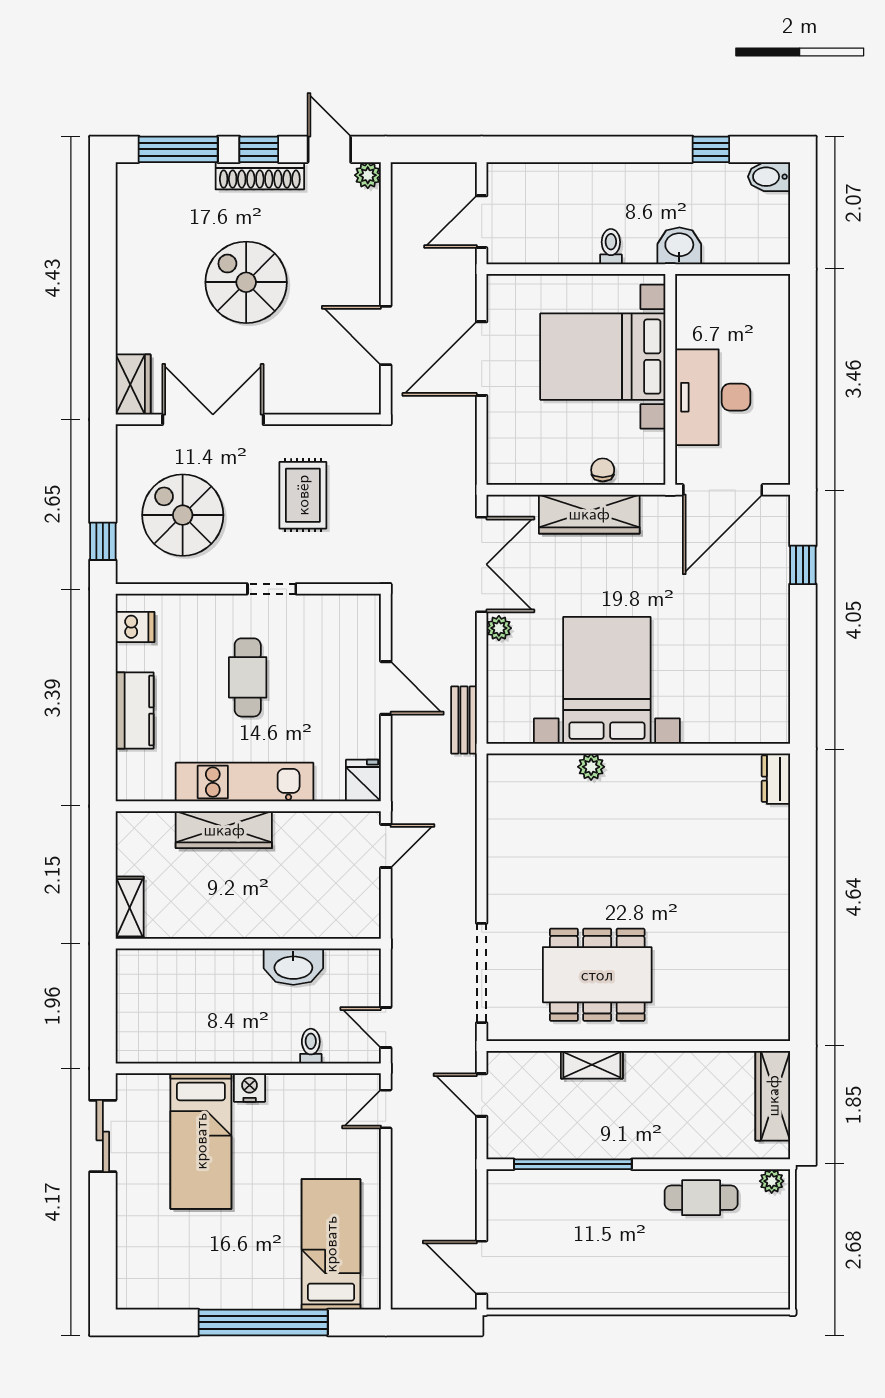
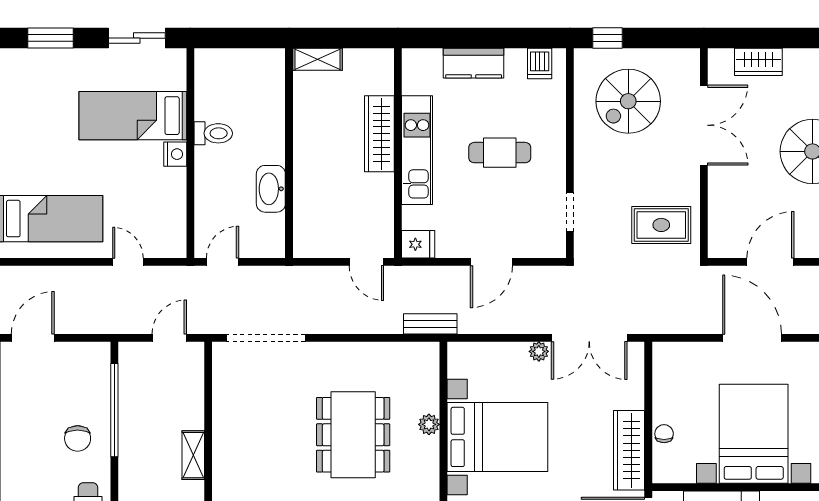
wardrobe: (133, 385) -> (758, 62), moved
chair: (603, 470) -> (664, 434), turned -90
rug: (303, 495) -> (661, 225), moved
wardrobe: (589, 514) -> (629, 450), moved
spiral stairs: (183, 515) -> (628, 101), turned 180
doorway: (272, 589) -> (570, 212), moved
bench: (464, 720) -> (430, 324), moved
dining table: (597, 975) -> (353, 435), moved
toilet: (311, 1046) -> (213, 133), moved, width x1.37, depth x1.39
shelving: (592, 1065) -> (193, 455), moved
door: (386, 1109) -> (128, 262), moved
chair: (609, 1211) -> (78, 438), added
window: (103, 1245) -> (50, 38), added

